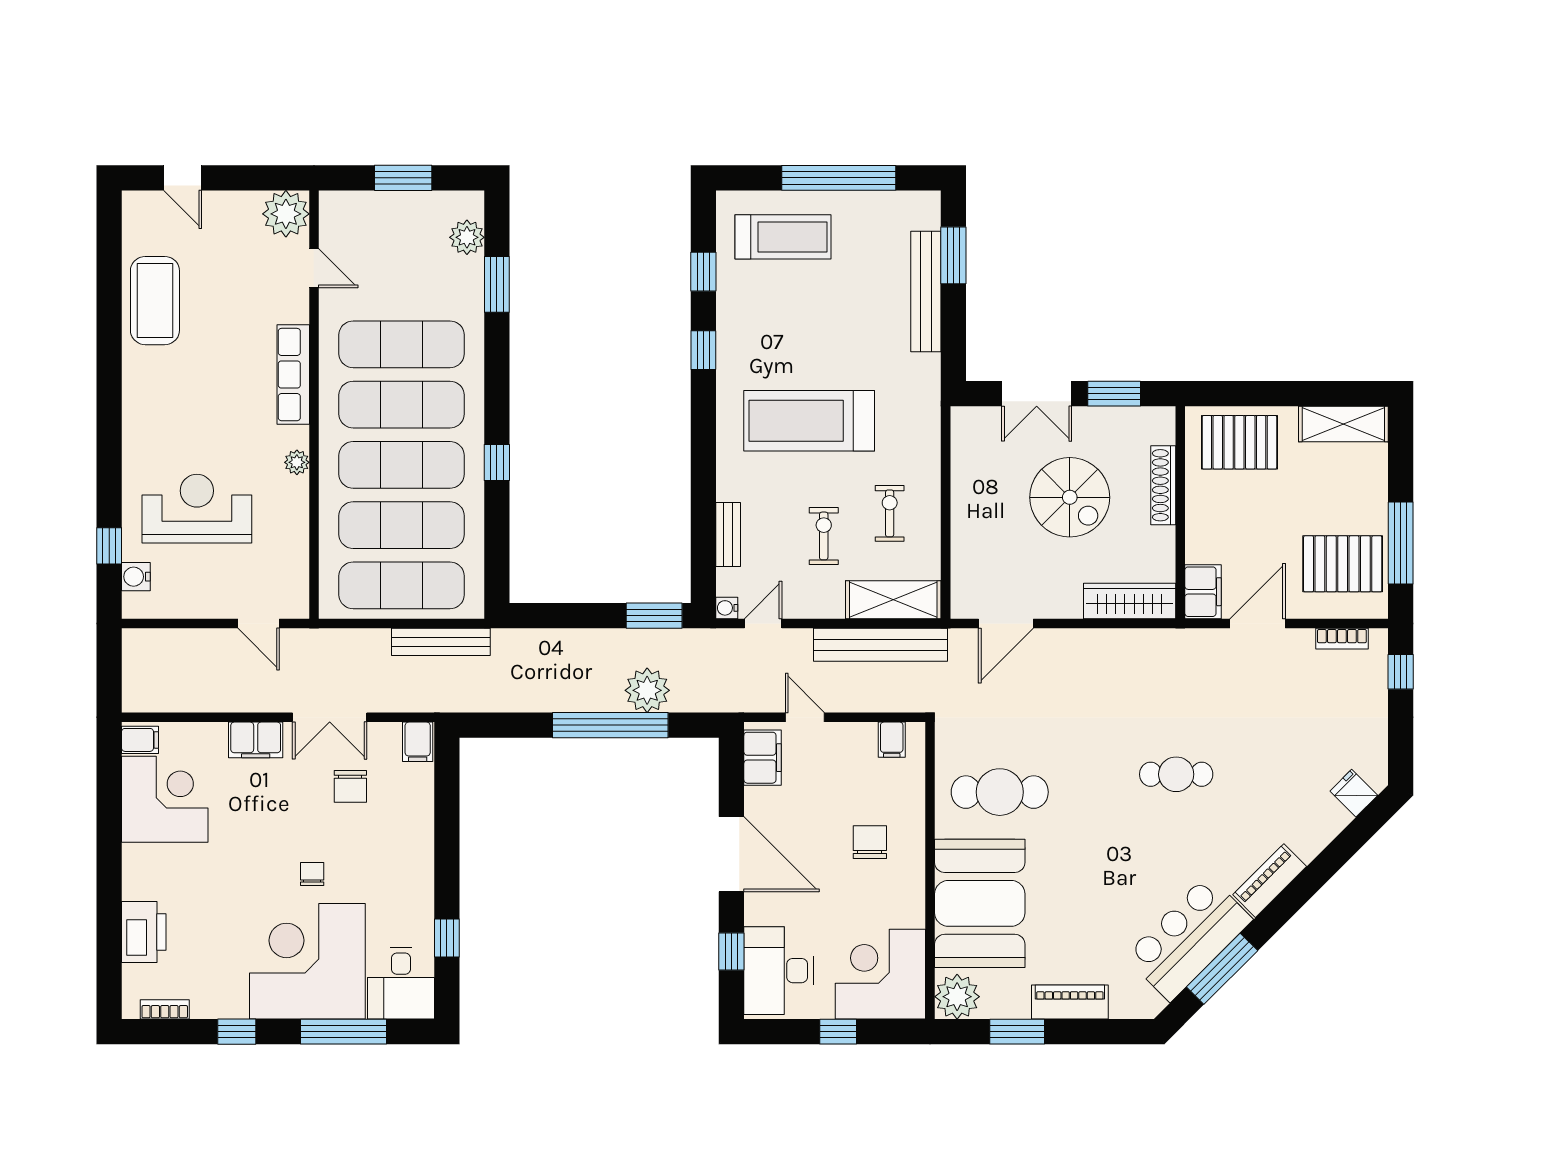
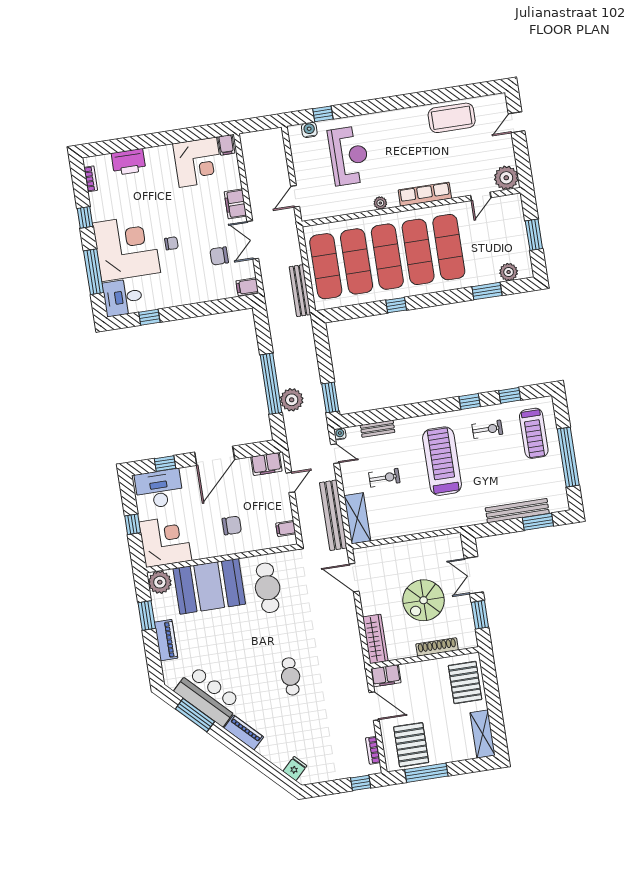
exercise bike: (890, 513) -> (487, 429), moved

